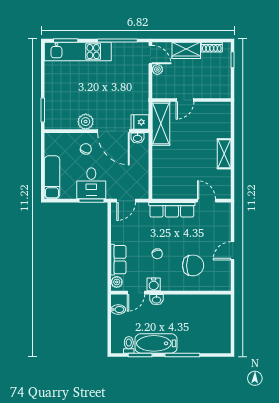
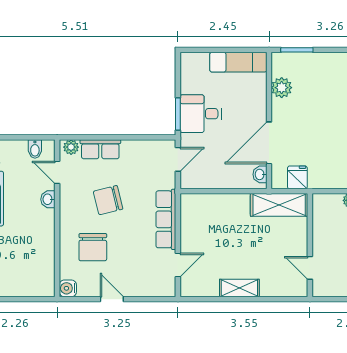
door: (185, 100) -> (310, 268), moved
plant: (86, 122) -> (282, 88), moved
fridge: (140, 122) -> (297, 177), moved
chair: (86, 149) -> (246, 106), removed
exam couch: (52, 177) -> (238, 62), moved
door: (126, 201) -> (178, 159), swing flipped
chair: (157, 254) -> (108, 200), width x1.87, depth x1.87
water cooler: (154, 284) -> (68, 288), moved

